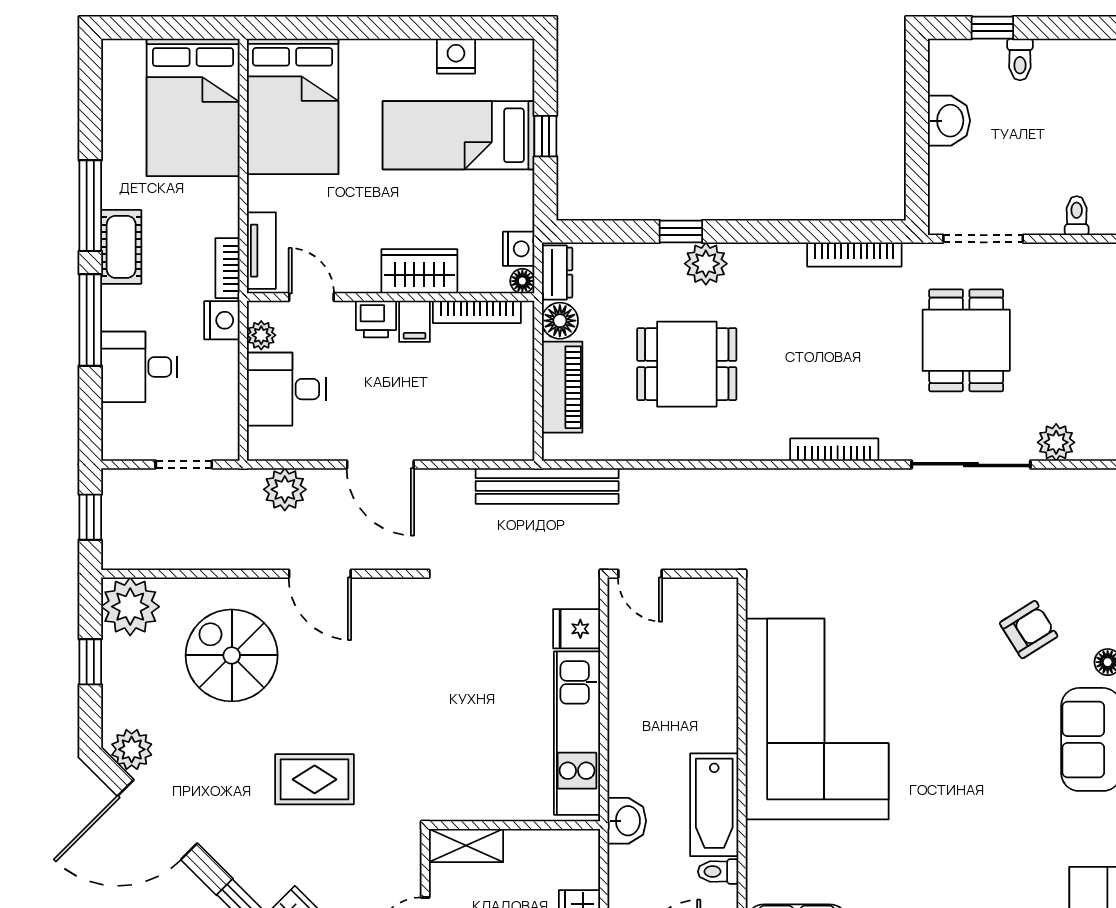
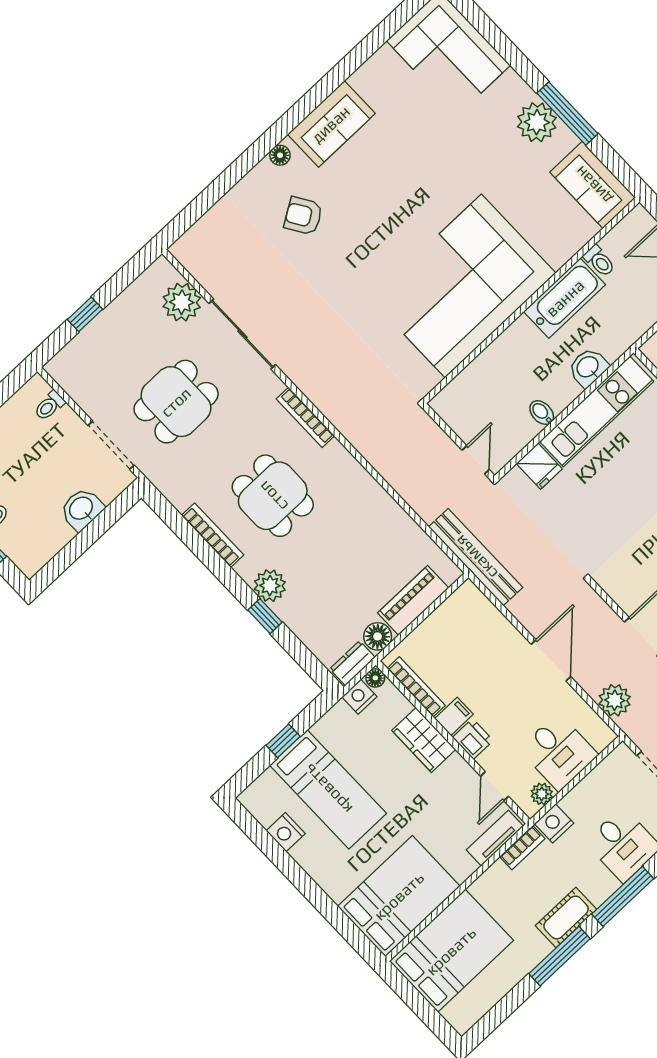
washbasin: (949, 121) -> (82, 509), moved
bookcase: (854, 255) -> (213, 535), moved
dining table: (687, 364) -> (273, 496), moved
plant: (1056, 442) -> (182, 302), width x1.36, depth x1.36
bidet: (625, 680) -> (542, 413), added
washbasin: (627, 821) -> (588, 367), moved

